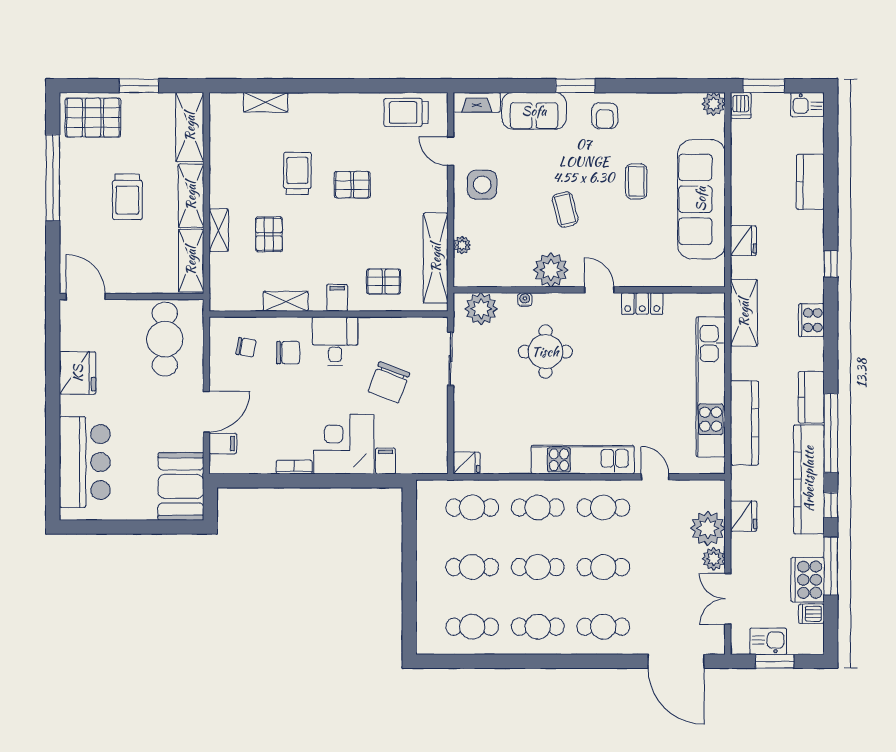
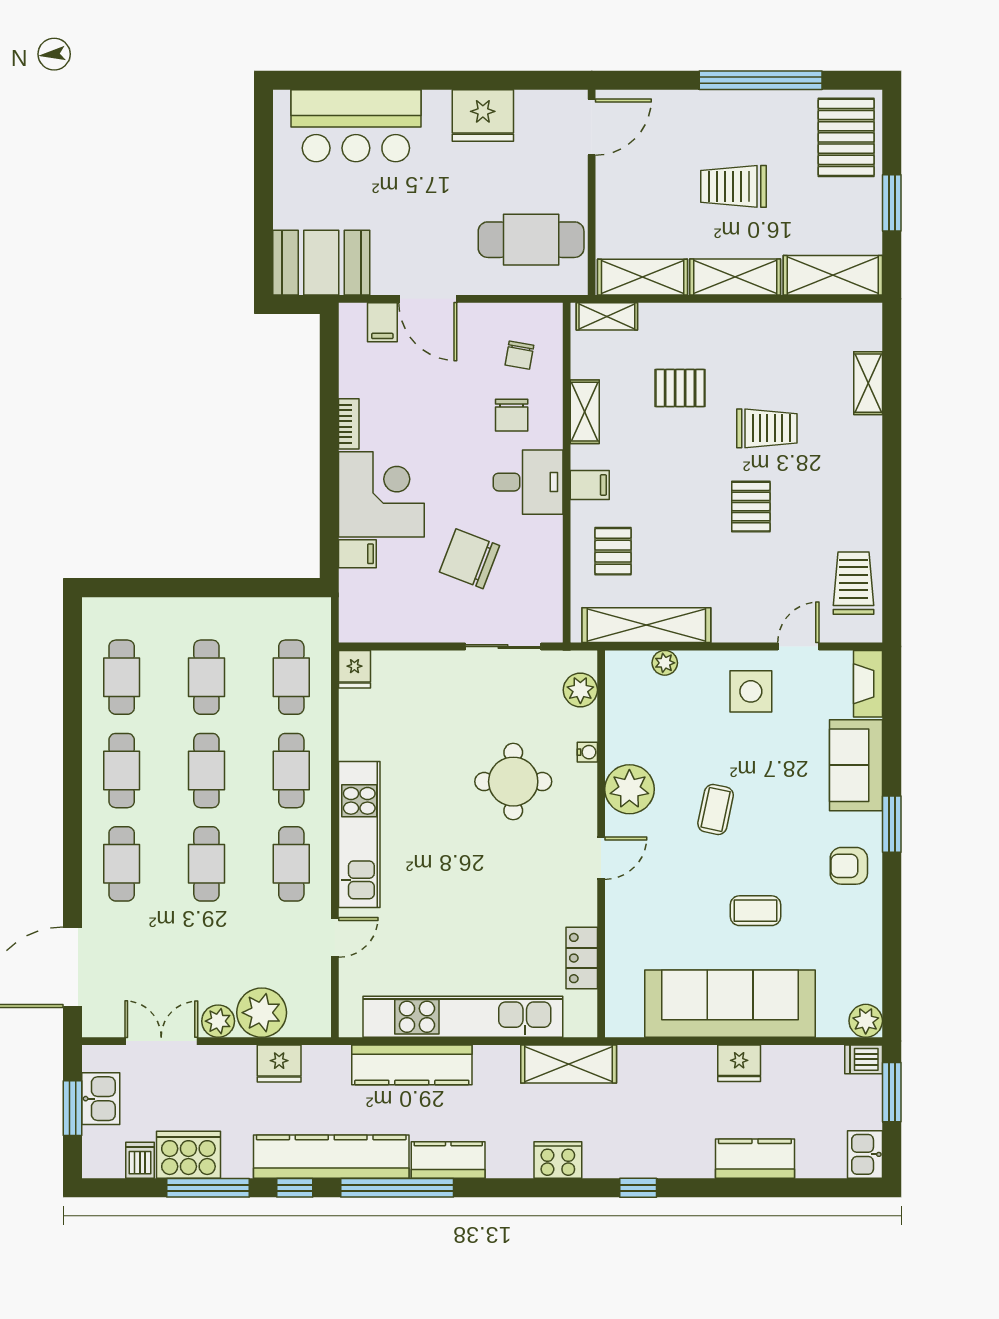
coffee table: (565, 209) -> (716, 809), turned -64
shelving: (219, 230) -> (607, 316), moved
fridge: (743, 241) -> (739, 1063), moved
locker: (642, 304) -> (582, 958), moved
plant: (481, 309) -> (580, 690), width x0.73, depth x0.73

